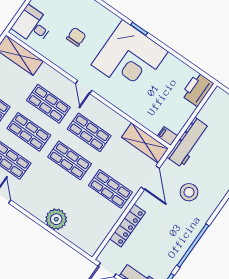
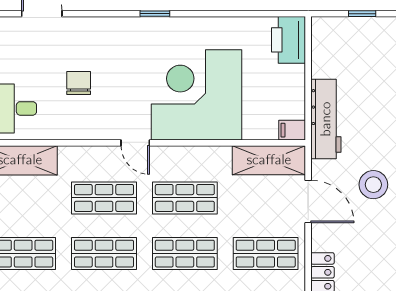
corner desk: (130, 58) -> (197, 95), moved, turned 180

